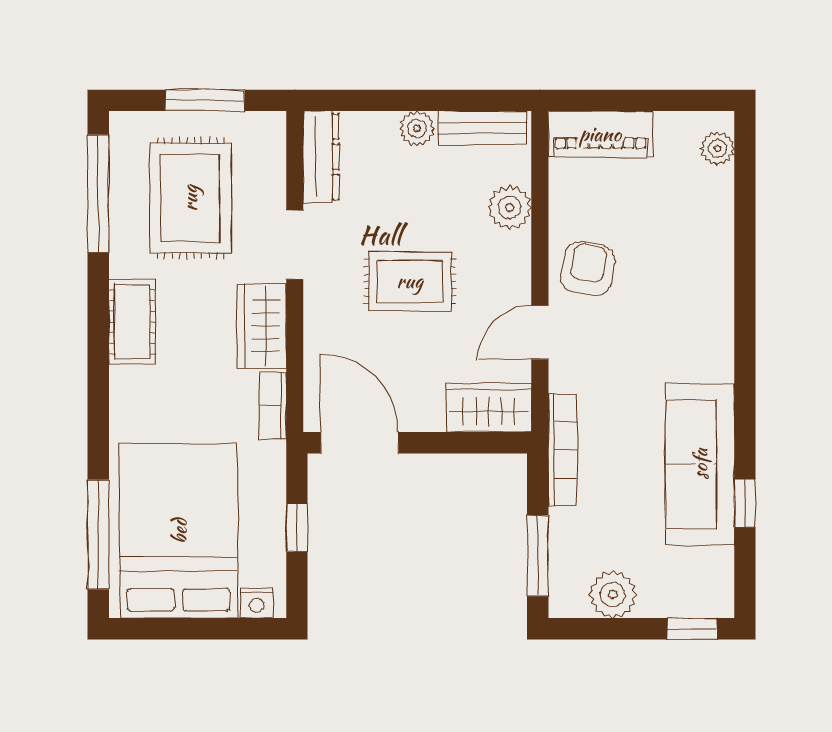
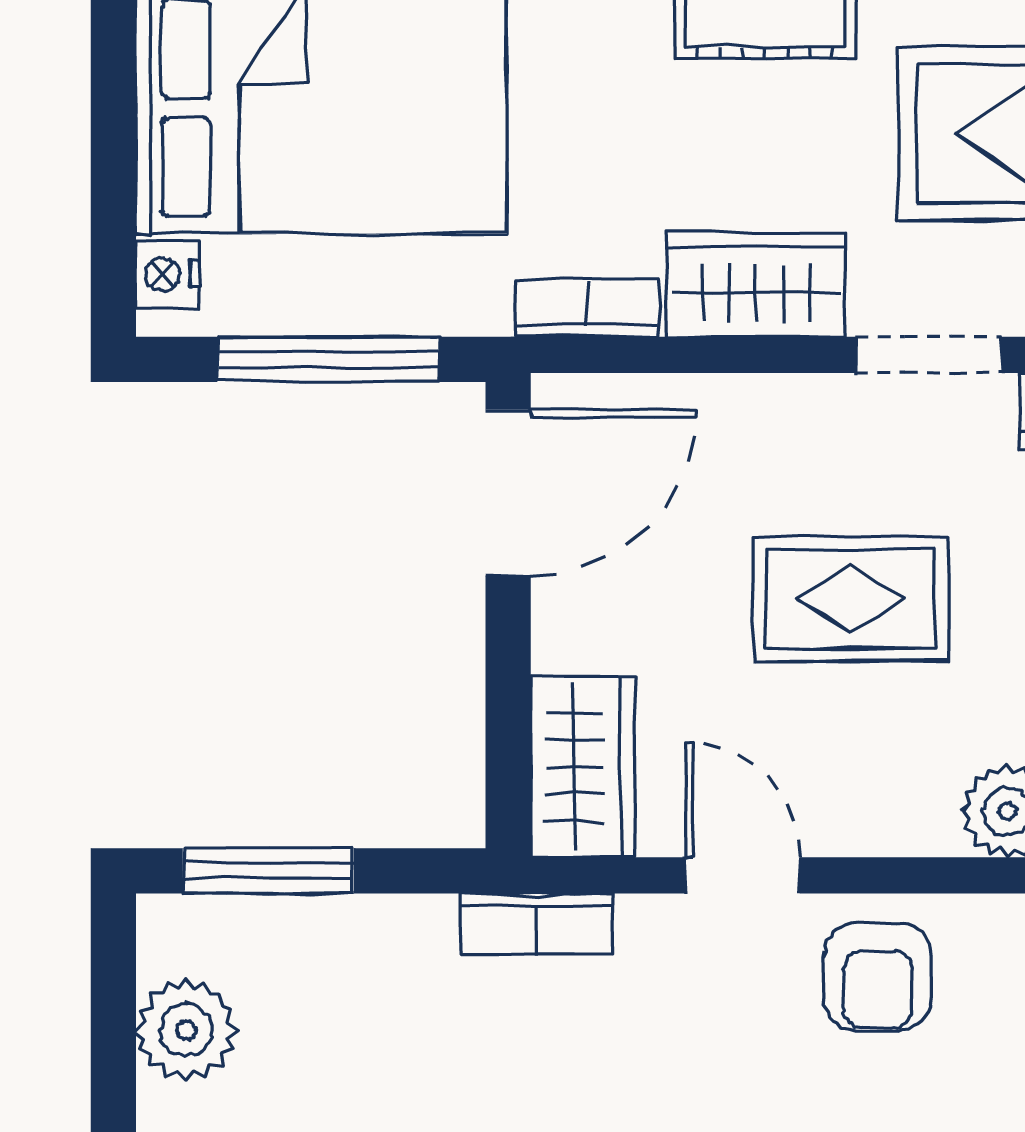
armchair: (588, 269) -> (877, 977), turned 79
rug: (410, 281) -> (851, 599), turned 90
bookcase: (563, 450) -> (536, 924), width x0.64
window: (297, 527) -> (328, 359), width x2.17

